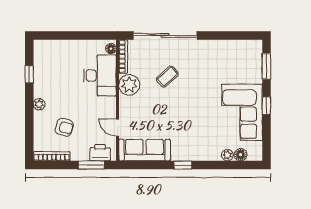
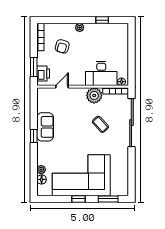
corner sofa: (242, 112) -> (81, 175), width x1.36, depth x1.36
sofa: (145, 150) -> (45, 127), moved, width x0.73

